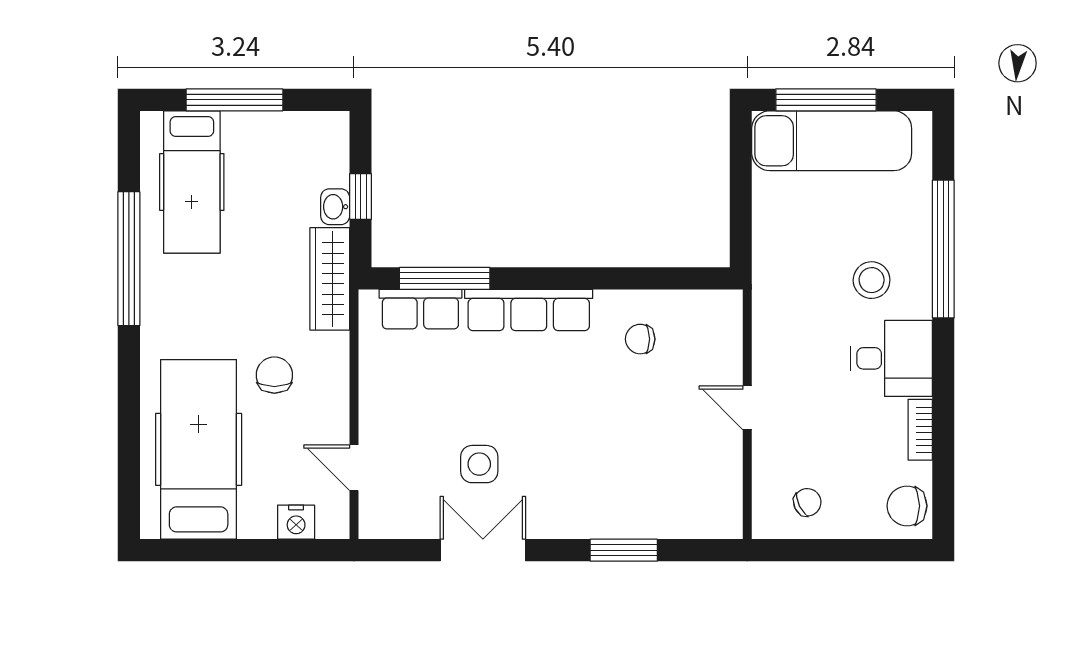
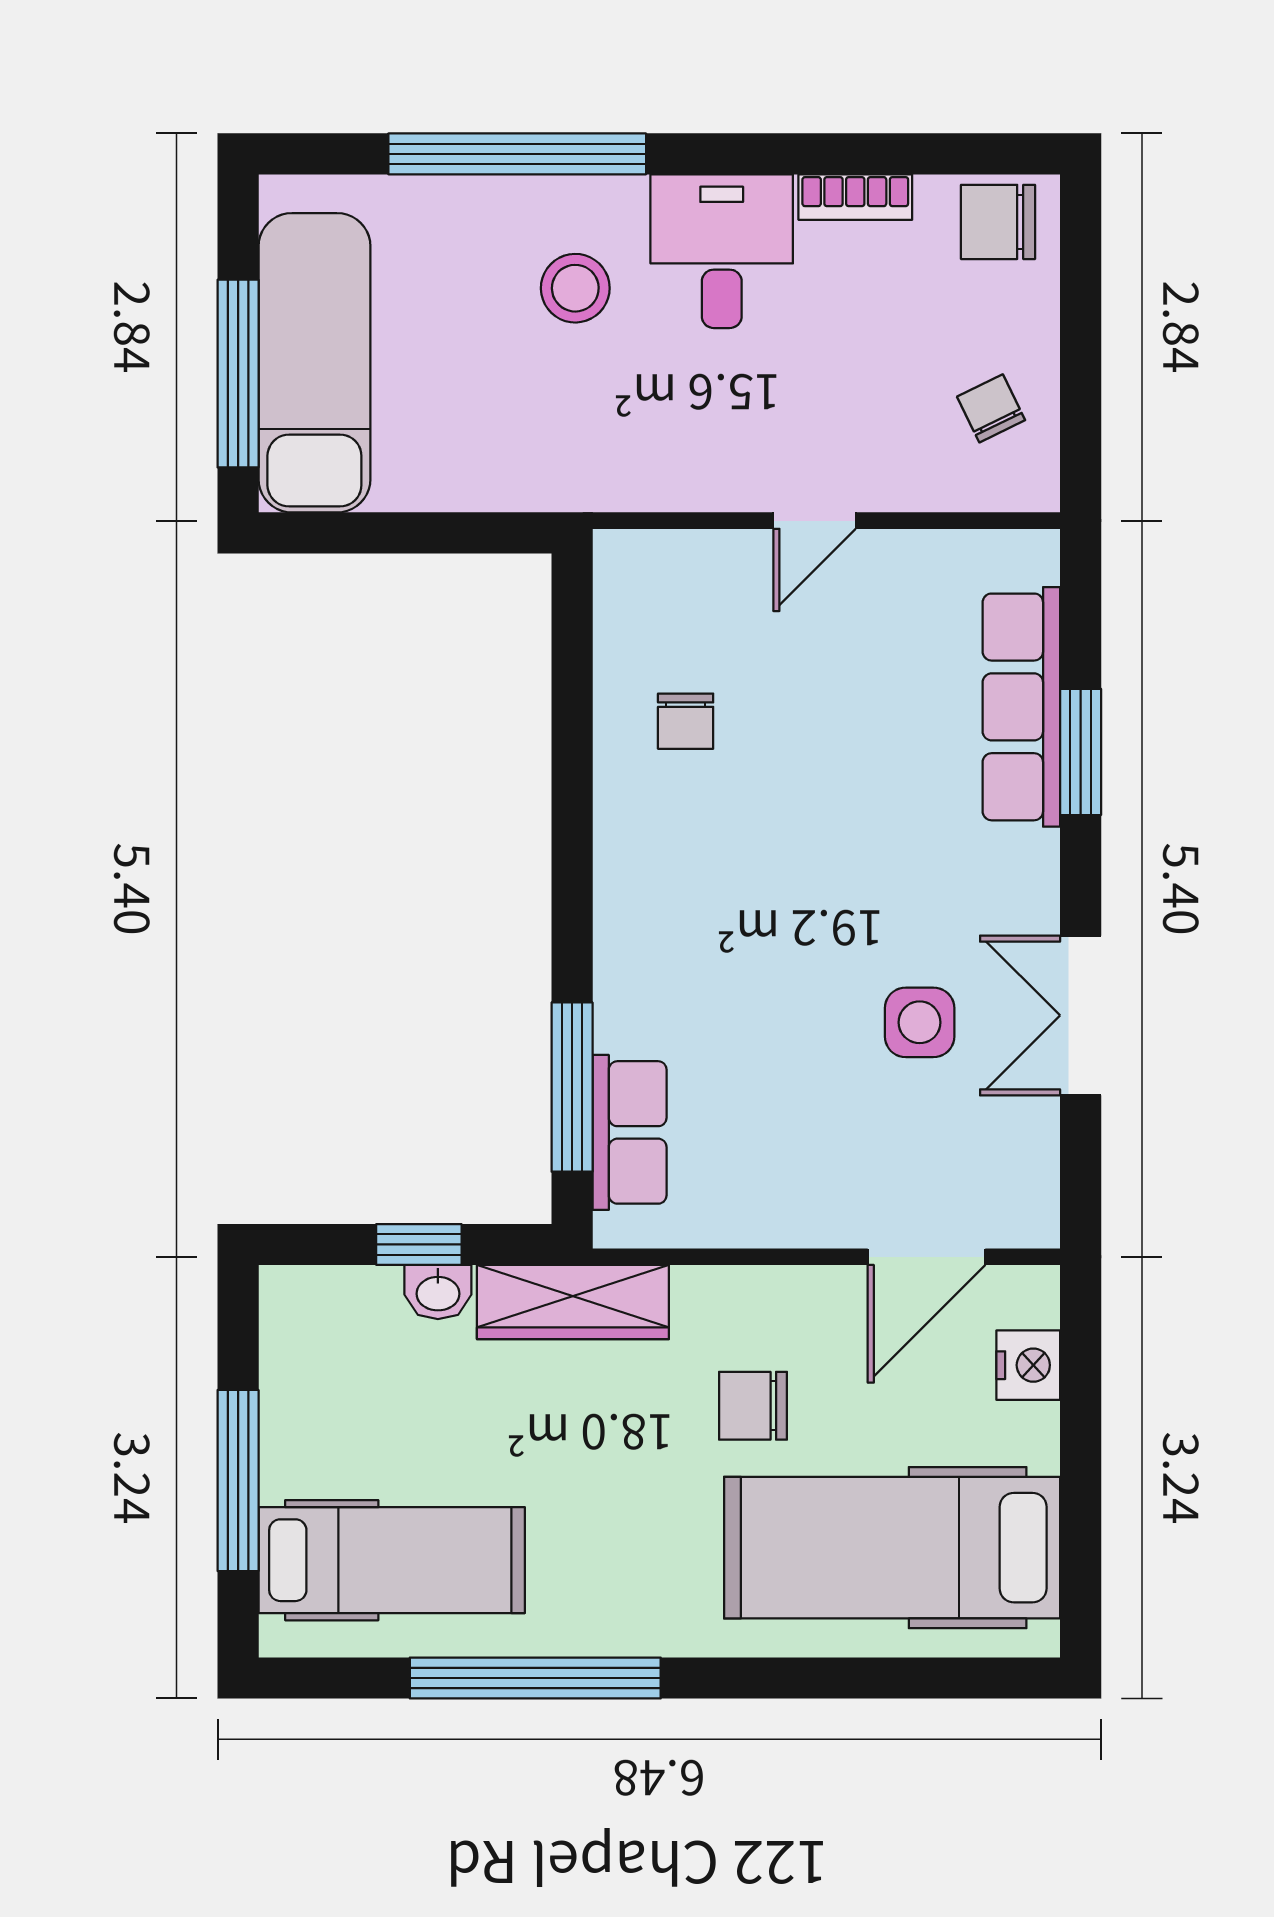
row of seats: (529, 310) -> (1021, 707), moved, turned 180
door: (354, 468) -> (927, 1257), width x1.38
chair: (907, 506) -> (998, 222), turned 90

